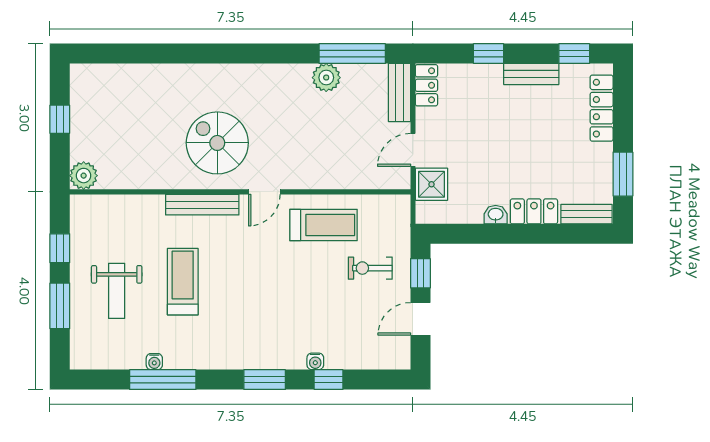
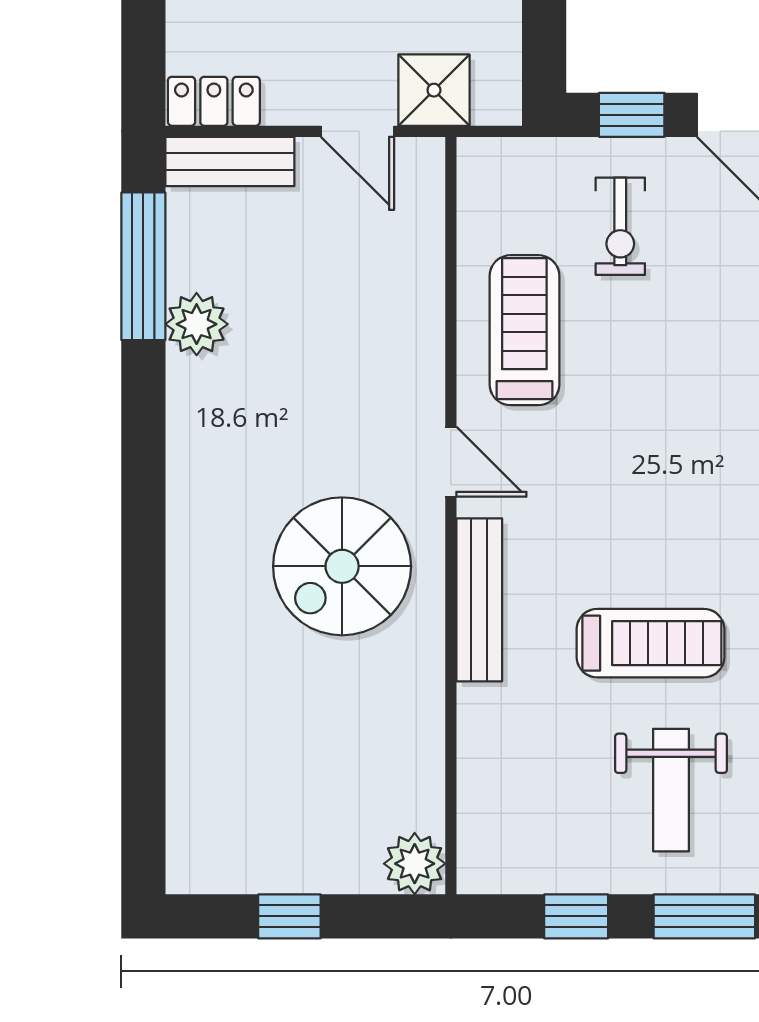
treadmill: (183, 282) -> (650, 643), turned 180
weight bench: (117, 291) -> (671, 790), turned 90

